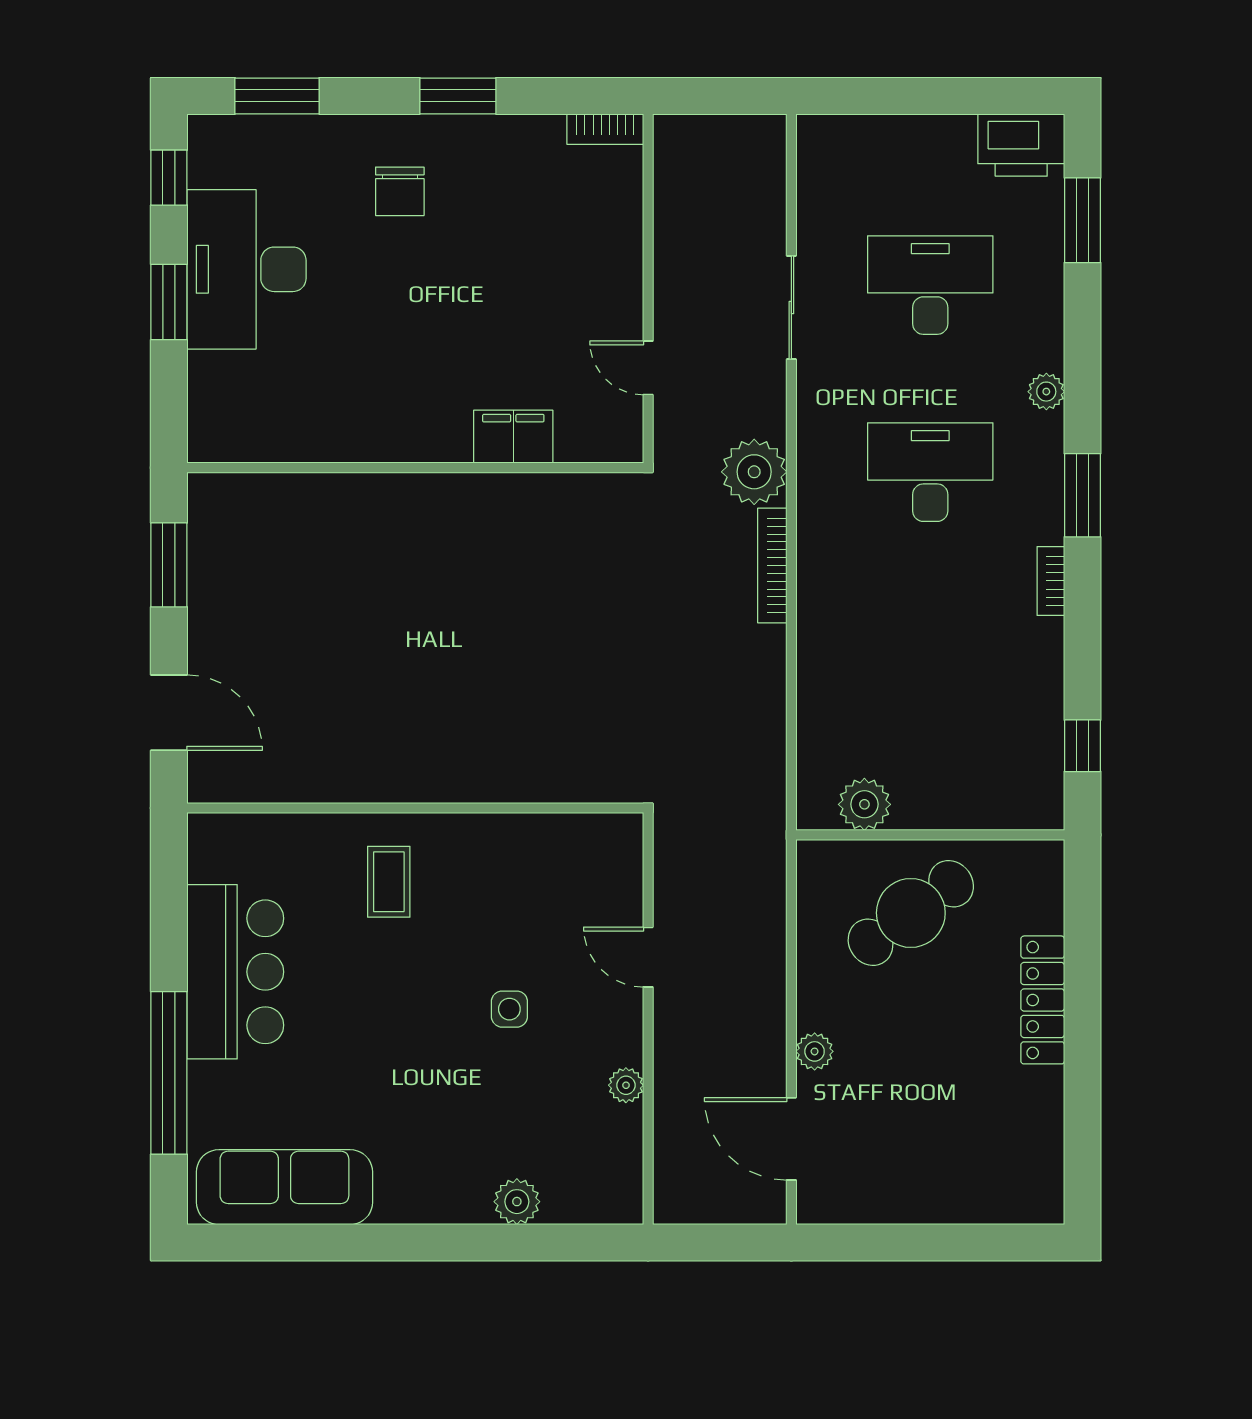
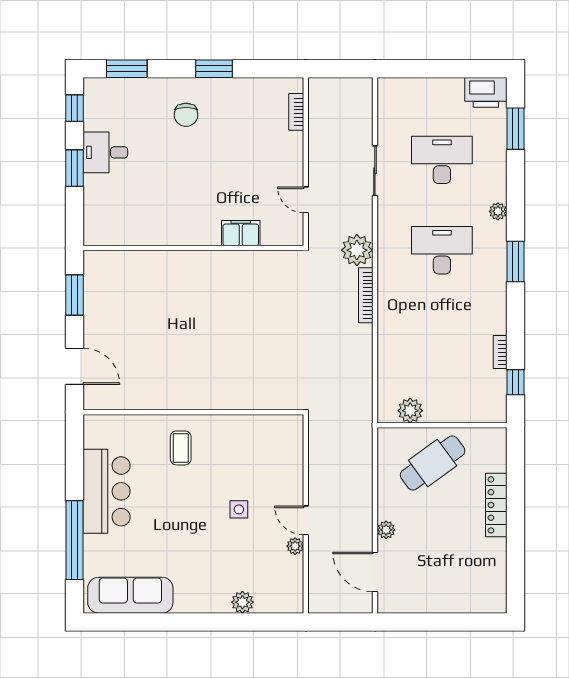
bookcase: (605, 129) -> (296, 112), moved, turned 90
desk: (246, 269) -> (105, 152), width x0.53, depth x0.77
bookcase: (1051, 581) -> (500, 352), moved
door: (648, 957) -> (306, 520), moved

